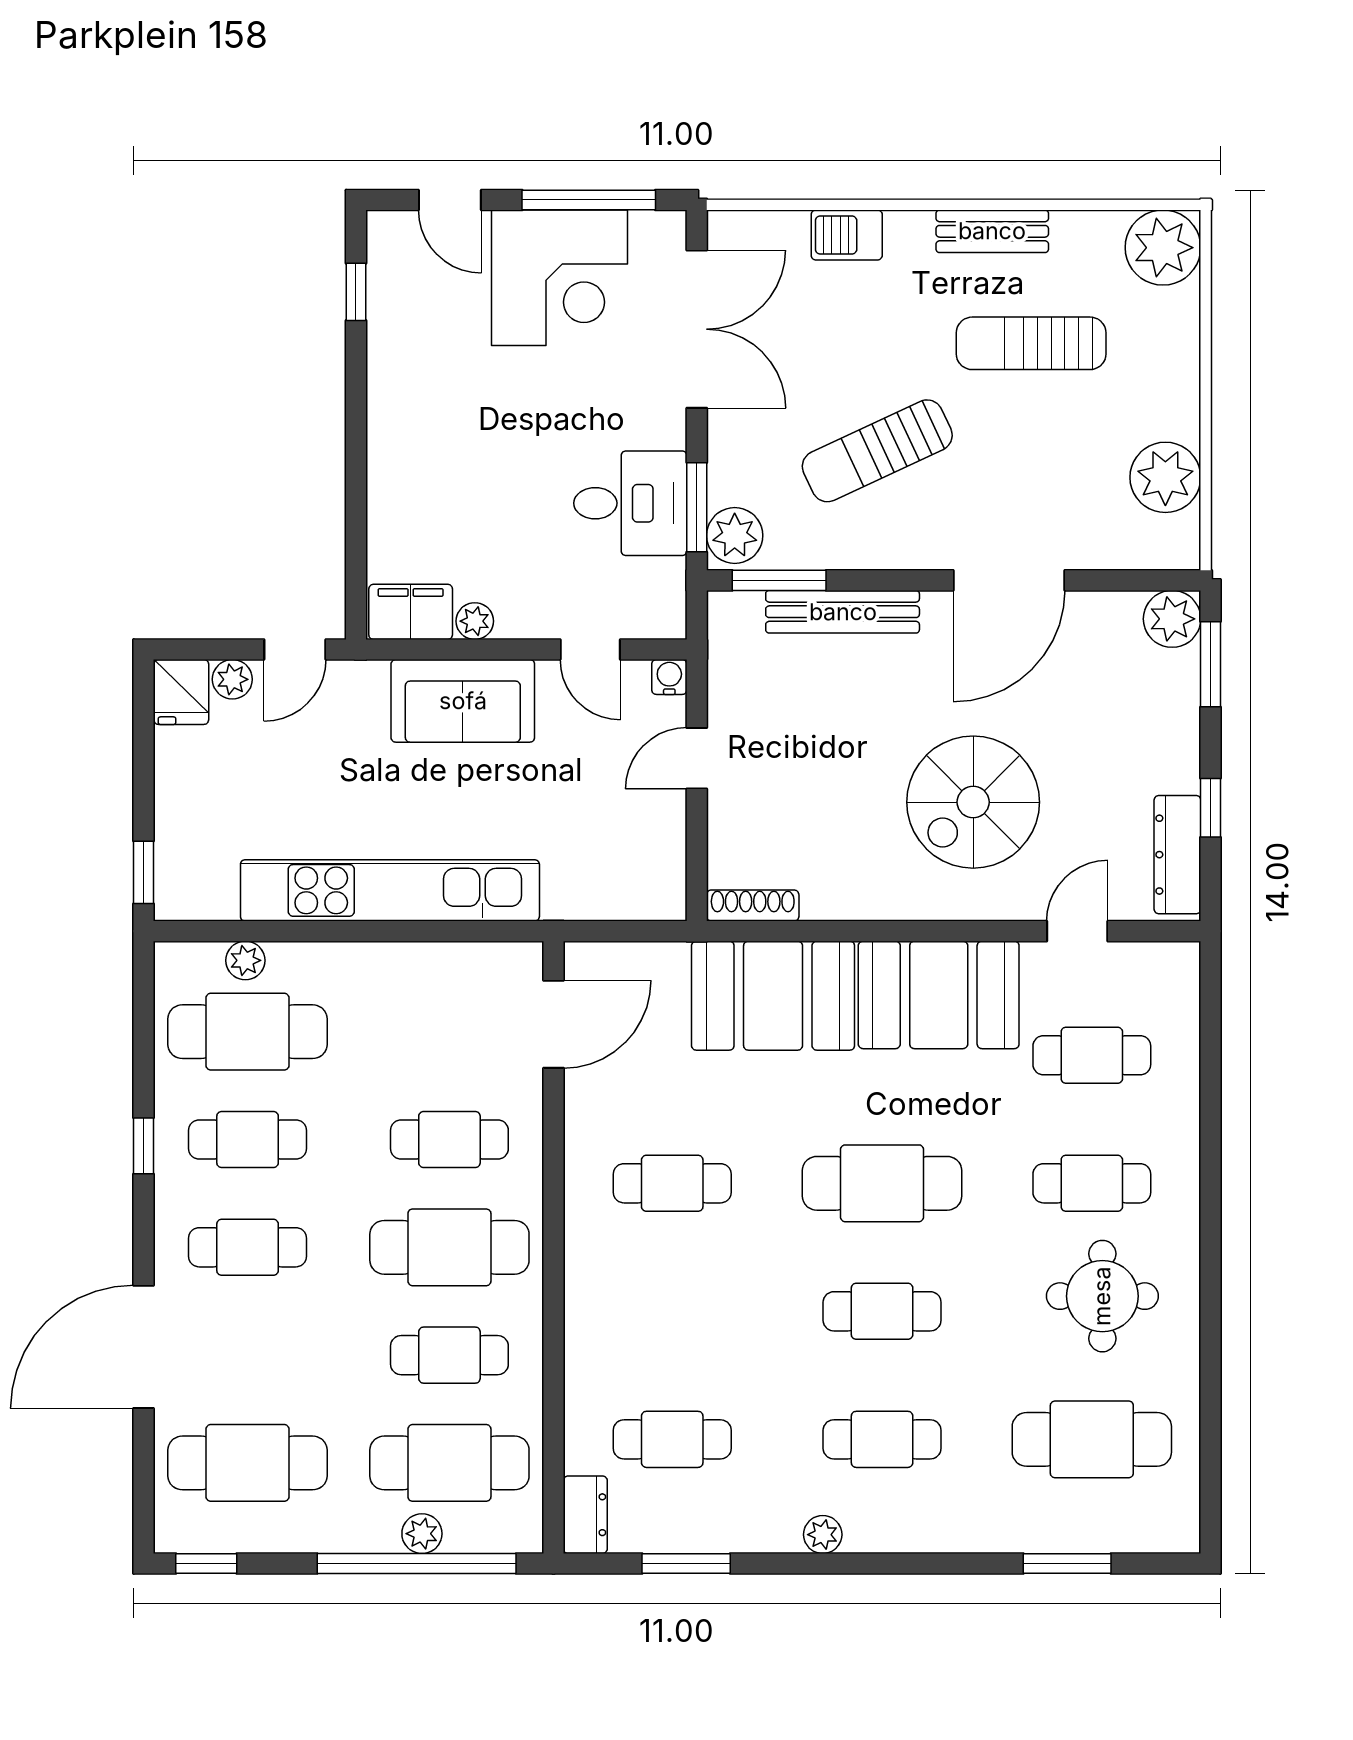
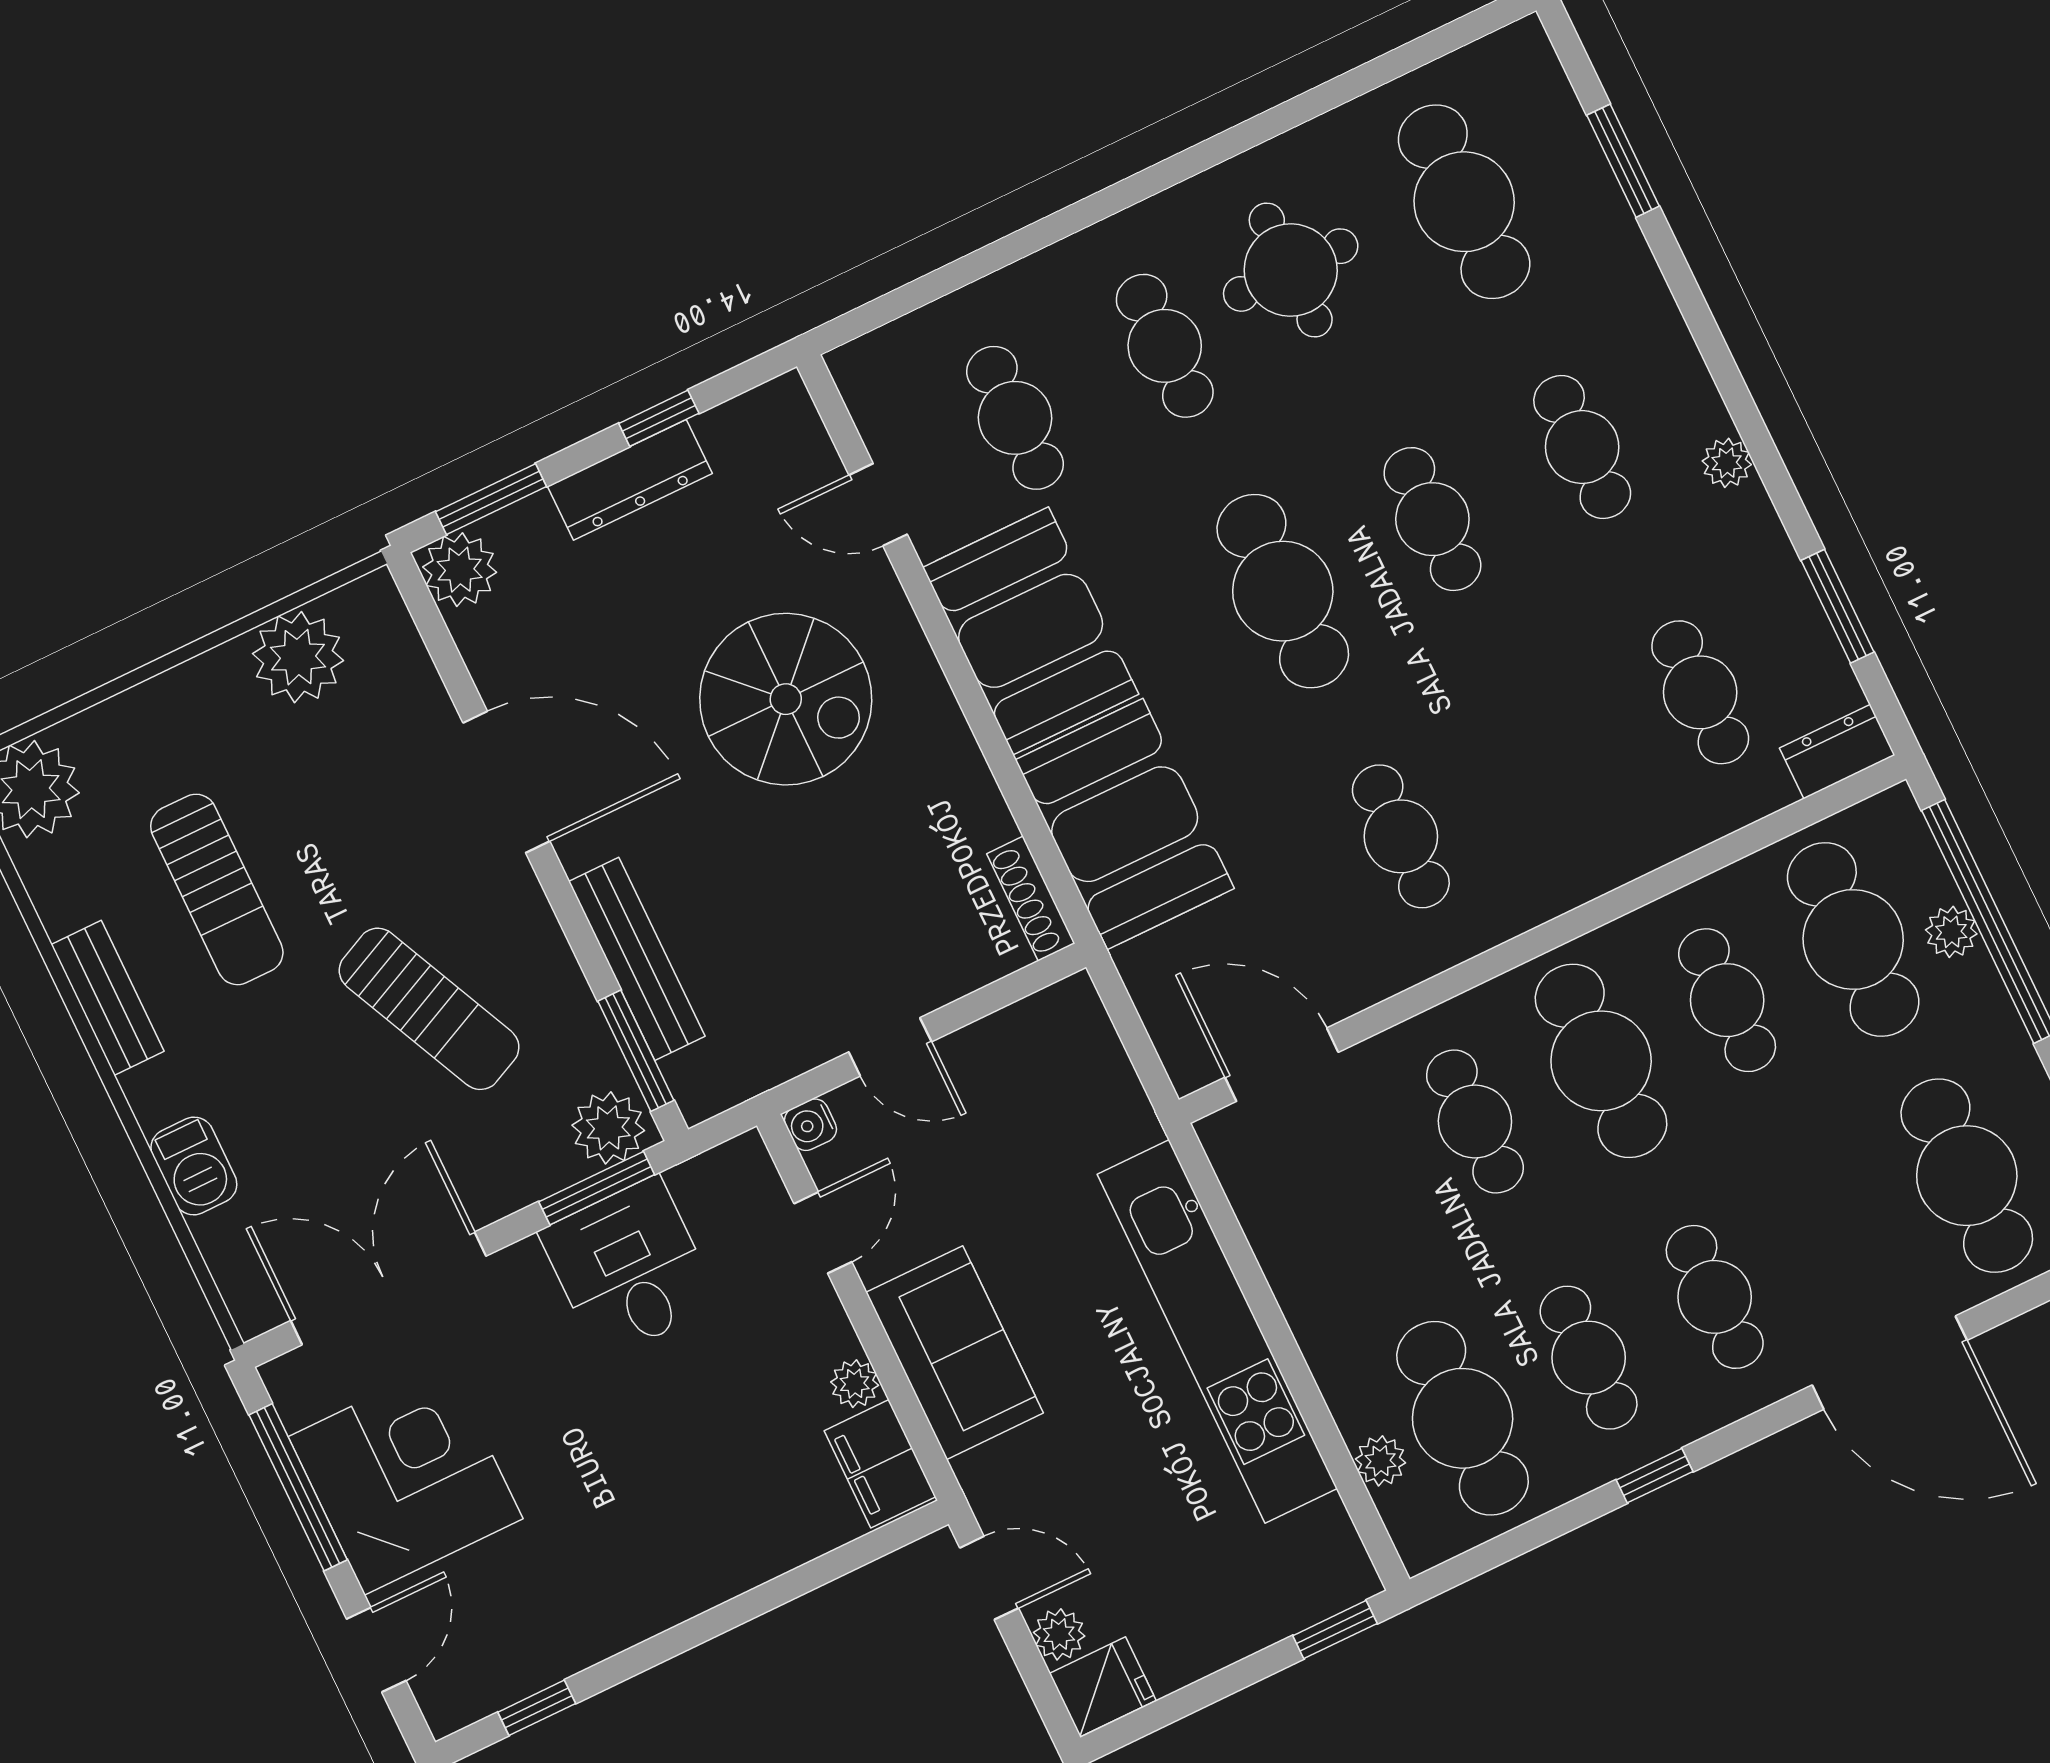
dresser: (1177, 855) -> (630, 480), moved

